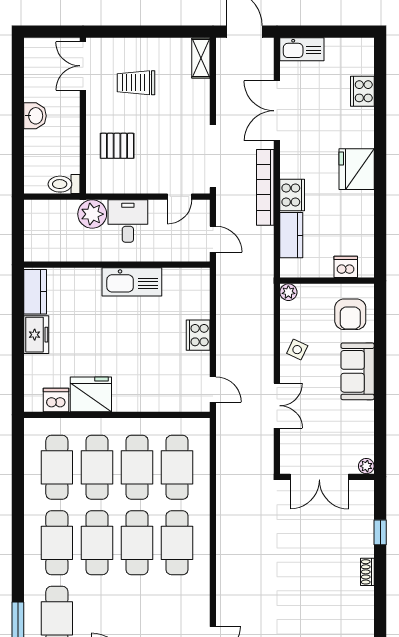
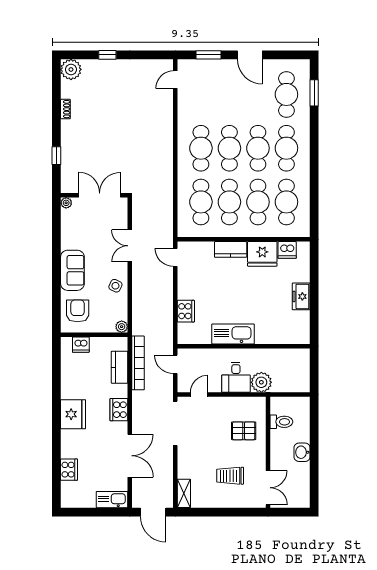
trolley: (136, 83) -> (230, 476), turned 180
toilet: (64, 184) -> (281, 422), moved
bookcase: (265, 187) -> (138, 363), moved
cooker: (292, 195) -> (119, 410), moved
kitchen counter: (35, 292) -> (231, 249), moved, turned -90
cooker: (198, 335) -> (186, 311), moved
shoe rack: (367, 572) -> (65, 109), moved

